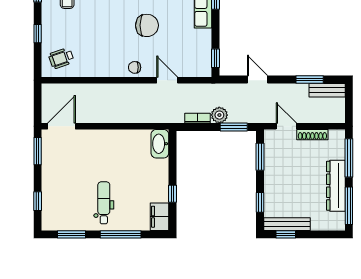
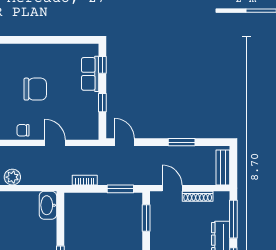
window: (215, 58) -> (102, 103), moved
door: (258, 79) -> (124, 142), moved
window: (310, 79) -> (182, 142), moved
bench: (327, 90) -> (223, 167), moved, turned 90
plant: (219, 115) -> (12, 177), moved

